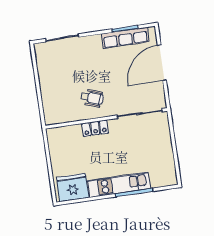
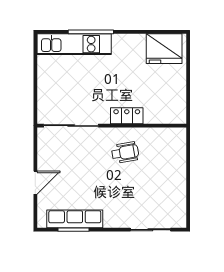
door: (162, 63) -> (35, 183), width x0.53
wheelchair: (92, 98) -> (125, 152), turned 150
kitchen unit: (119, 185) -> (74, 44), moved

